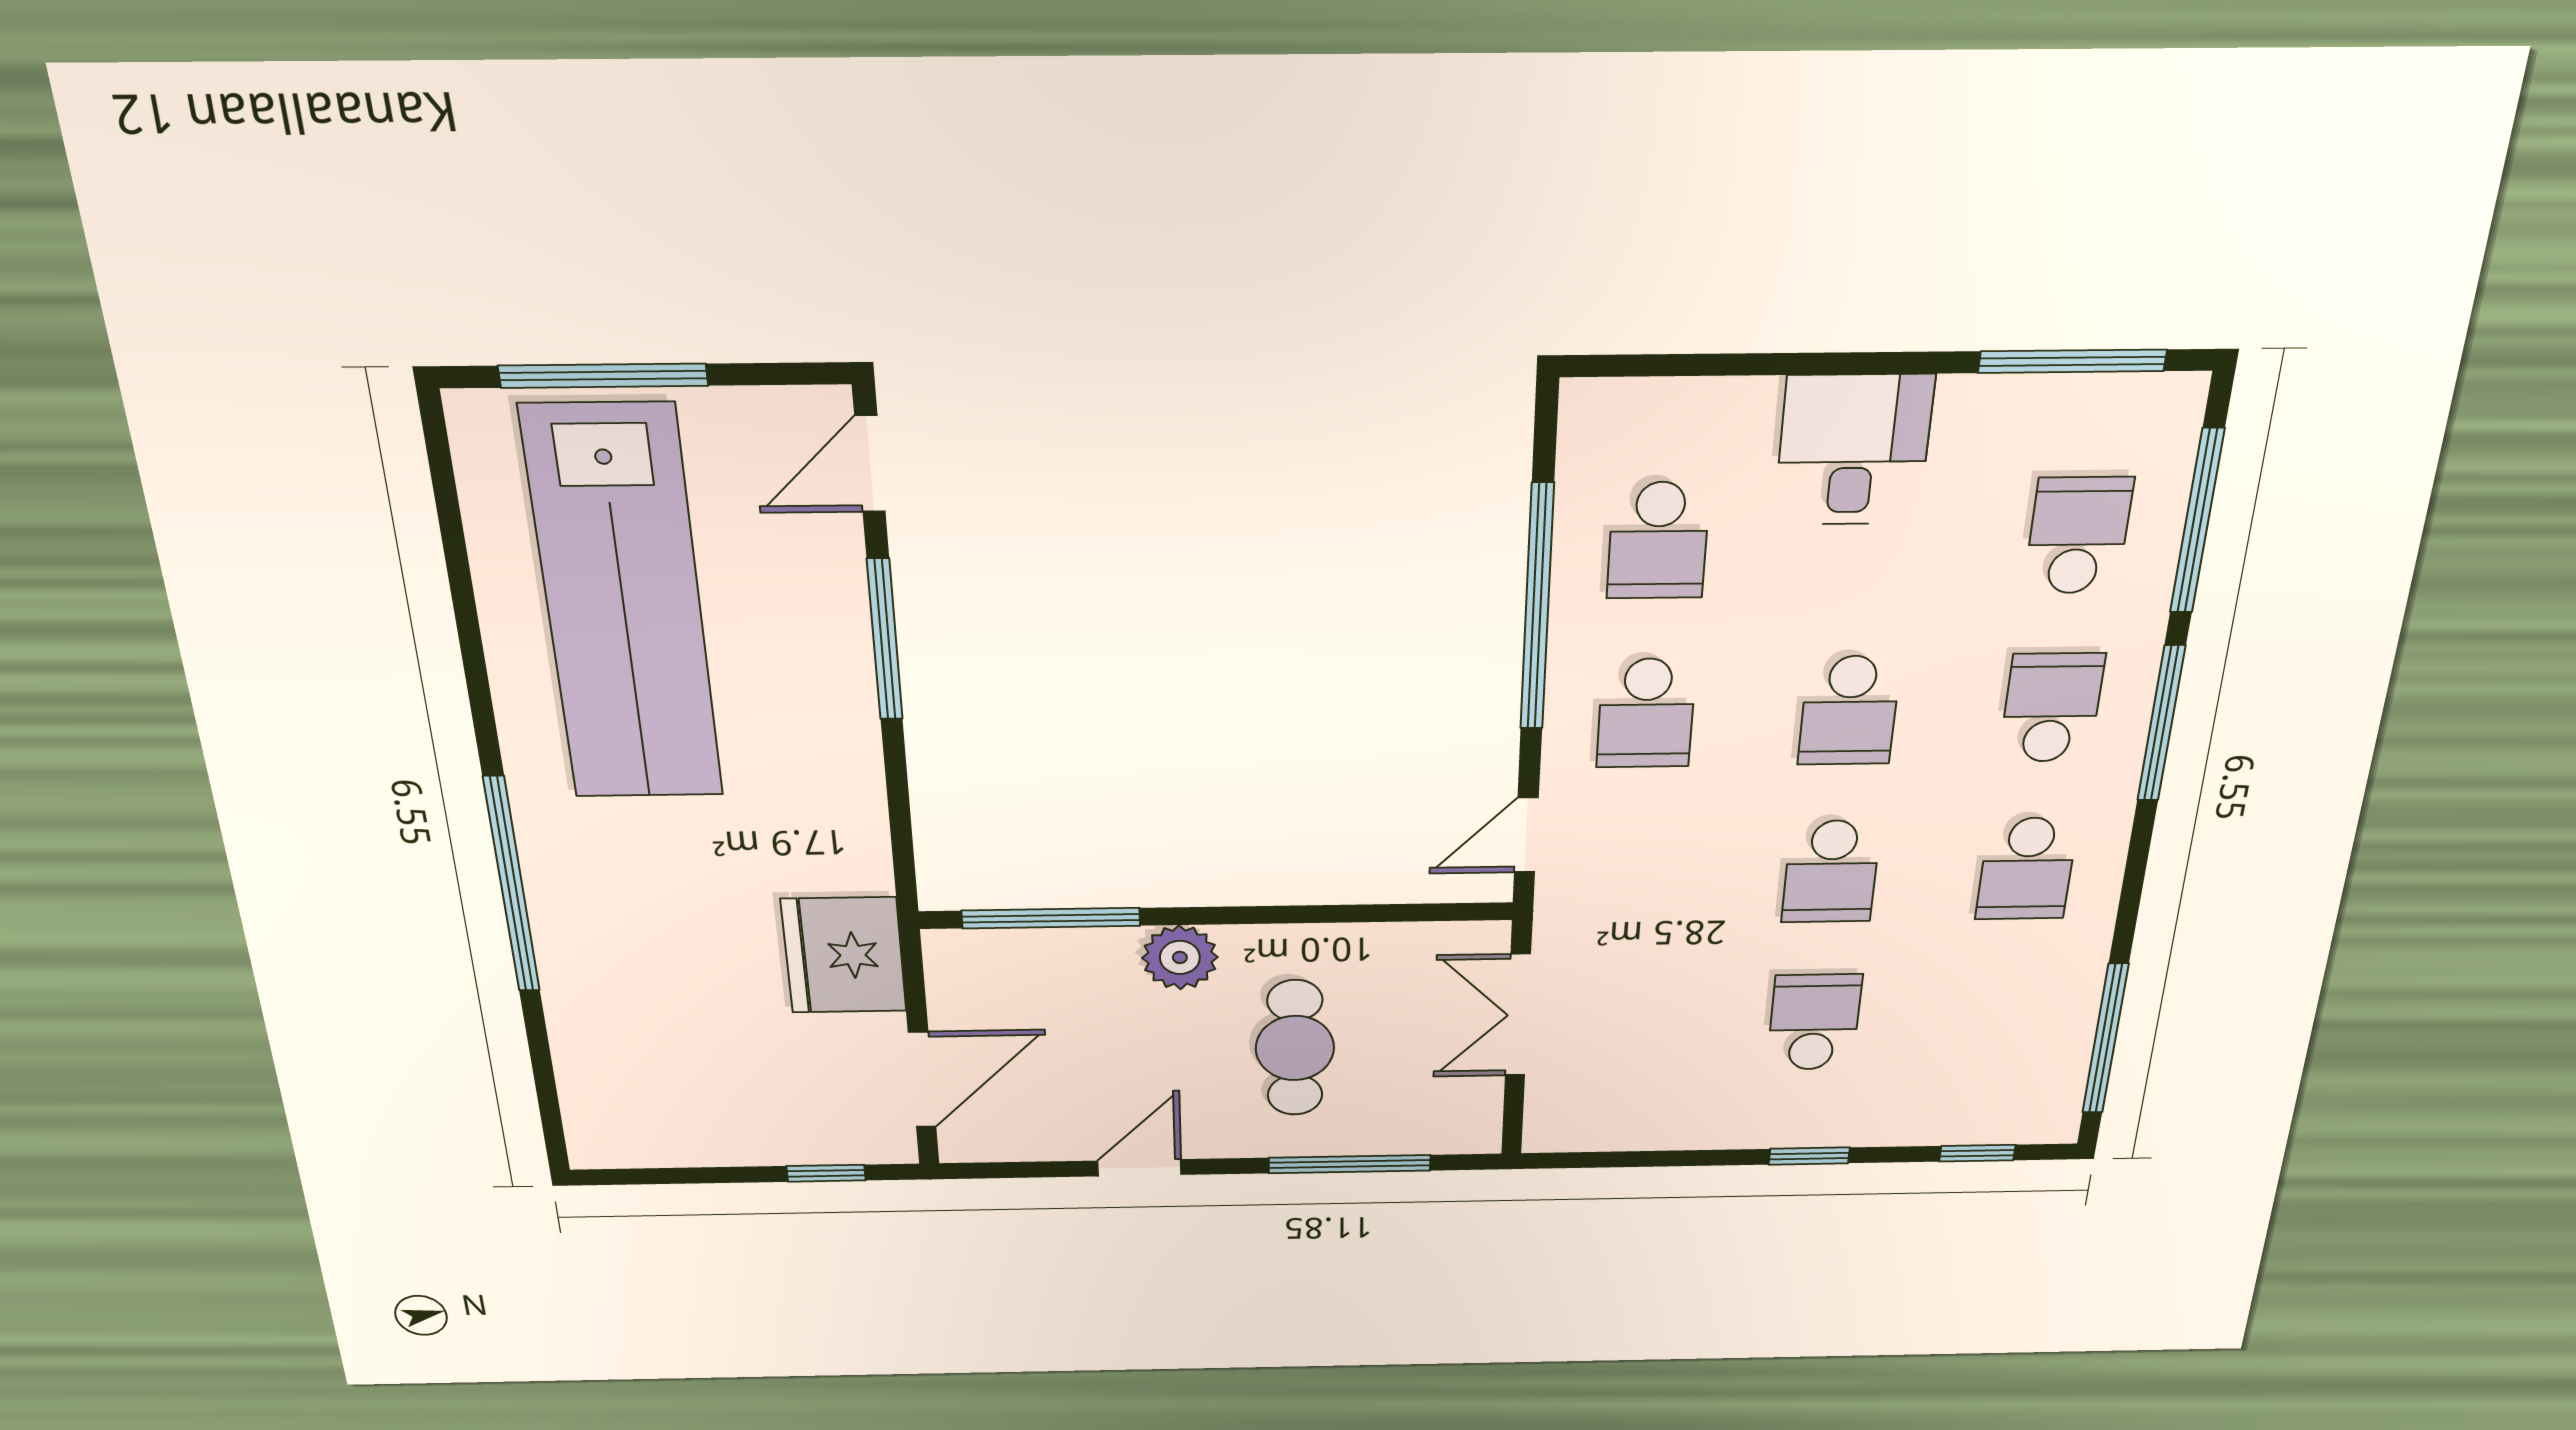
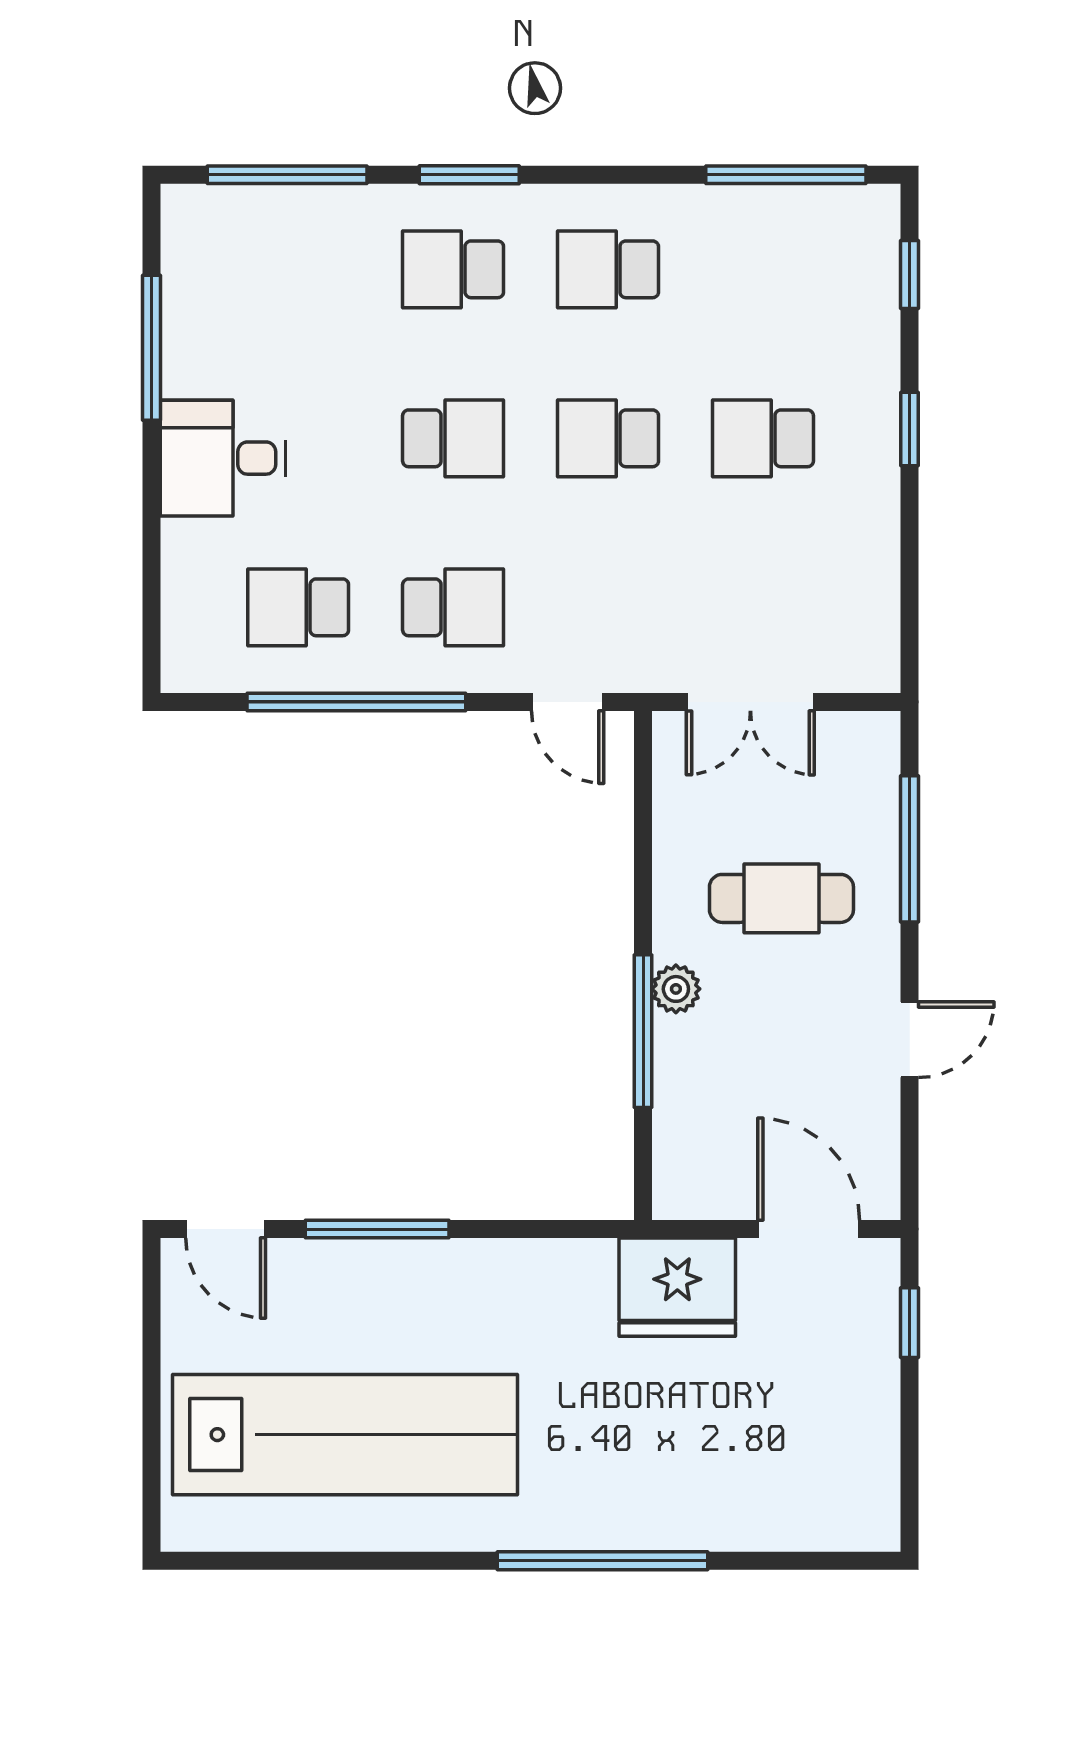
window: (2072, 361) -> (152, 348), moved
window: (603, 376) -> (152, 1426), removed
school desk: (2078, 536) -> (298, 269), removed
school desk: (1658, 540) -> (298, 607), turned 180
window: (2161, 724) -> (469, 175), width x0.69
school desk: (2027, 869) -> (608, 269), turned 180
school desk: (1831, 872) -> (608, 438), turned 180
window: (1051, 918) -> (643, 1031), moved
plant: (1180, 957) -> (676, 989), width x0.73, depth x0.73
door: (1139, 1168) -> (910, 1040), swing flipped

